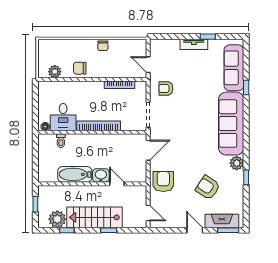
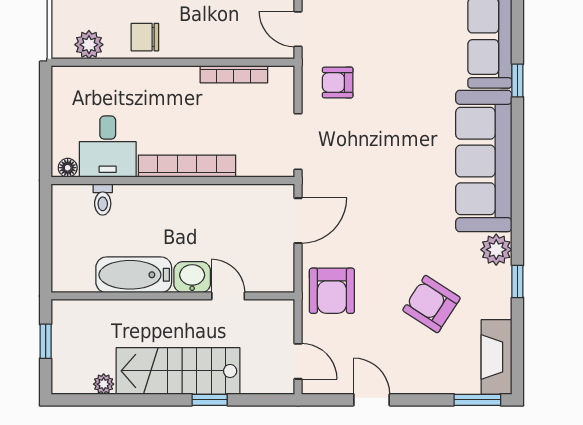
armchair: (163, 182) -> (332, 291), turned 180
plant: (57, 219) -> (104, 384), width x0.53, depth x0.53
fireplace: (222, 221) -> (497, 357), moved, turned -90
window: (67, 230) -> (116, 400), removed
door: (195, 230) -> (372, 400), moved

